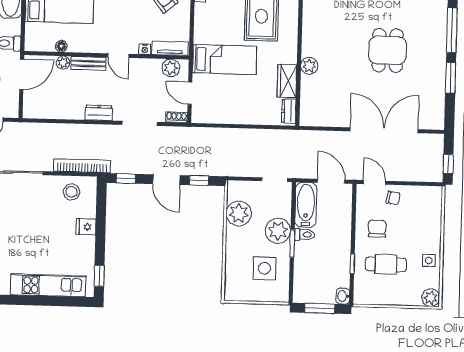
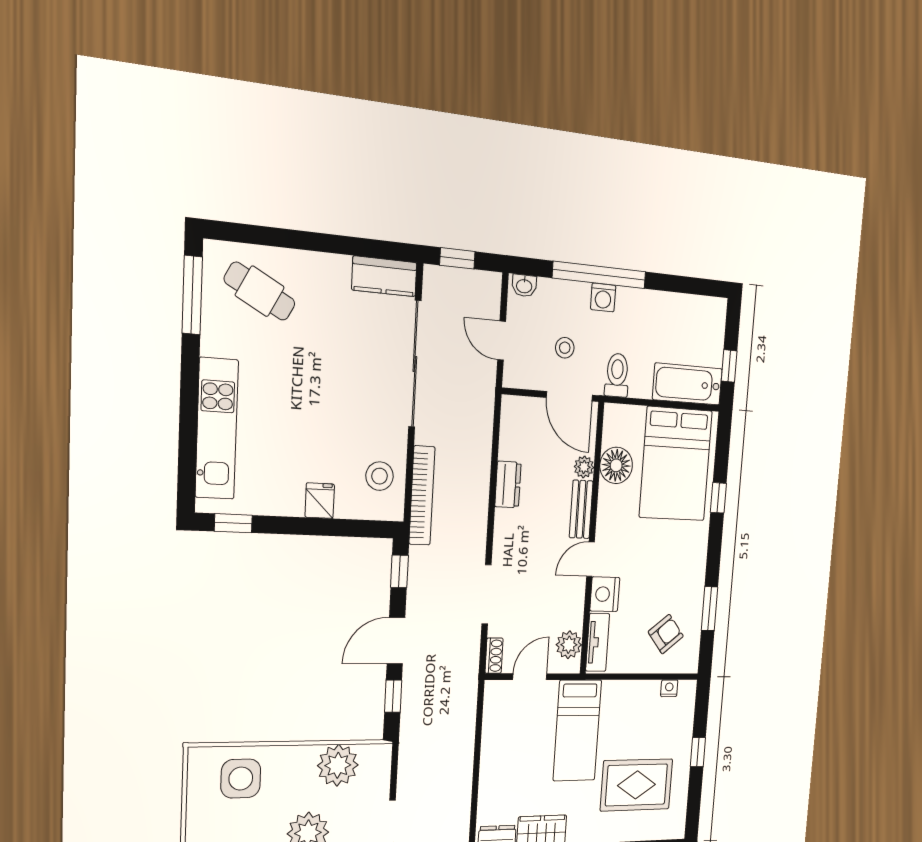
floor lamp: (61, 46) -> (616, 465), width x1.89, depth x1.89
nightstand: (145, 49) -> (605, 594), width x1.89, depth x1.79
dresser: (99, 113) -> (508, 485), moved
side table: (265, 268) -> (241, 779), moved

